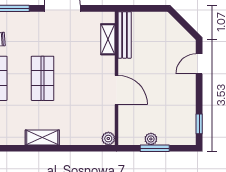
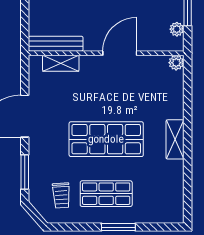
shop shelf: (43, 78) -> (106, 139), width x1.43, depth x1.36
plant: (151, 139) -> (177, 29), moved

